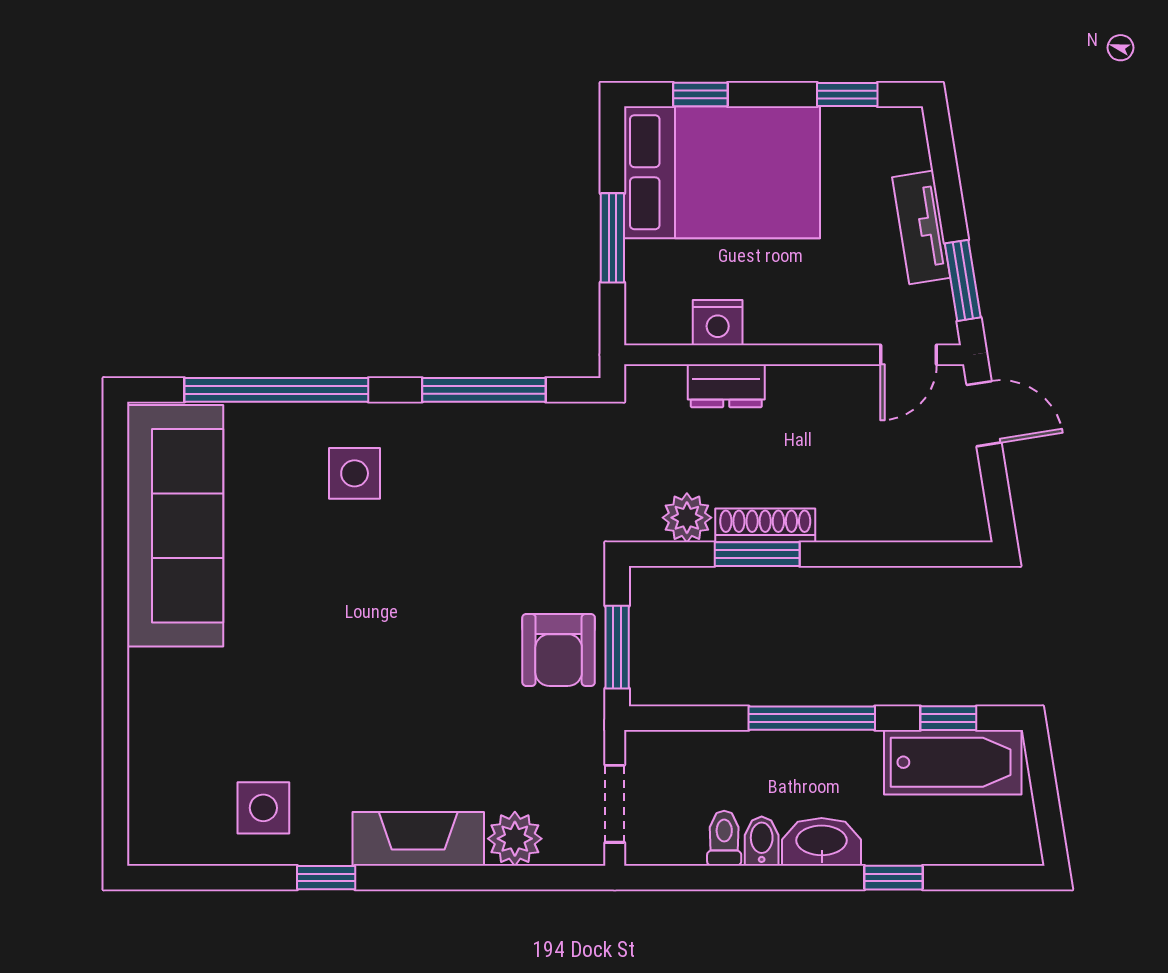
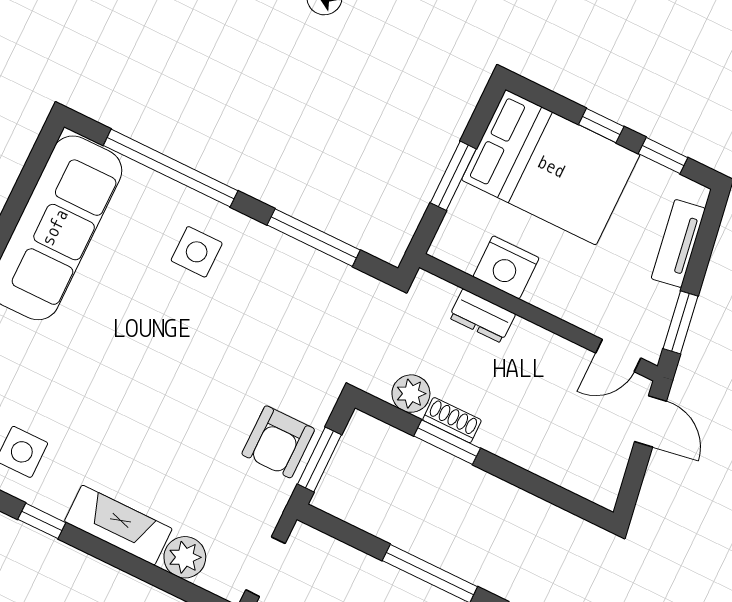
window: (700, 95) -> (601, 126), moved
tv unit: (921, 227) -> (678, 243), moved
nightstand: (718, 323) -> (506, 267), width x1.36, depth x1.33
shoe rack: (765, 525) -> (452, 420), width x0.70

